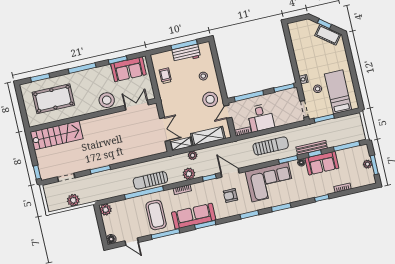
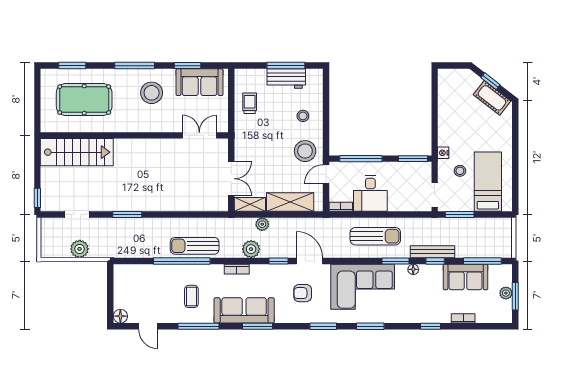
stool: (107, 100) -> (152, 93), moved
sofa: (322, 163) -> (466, 277), moved
plant: (106, 210) -> (122, 273), removed
coffee table: (156, 215) -> (191, 296), width x0.54, depth x0.58

